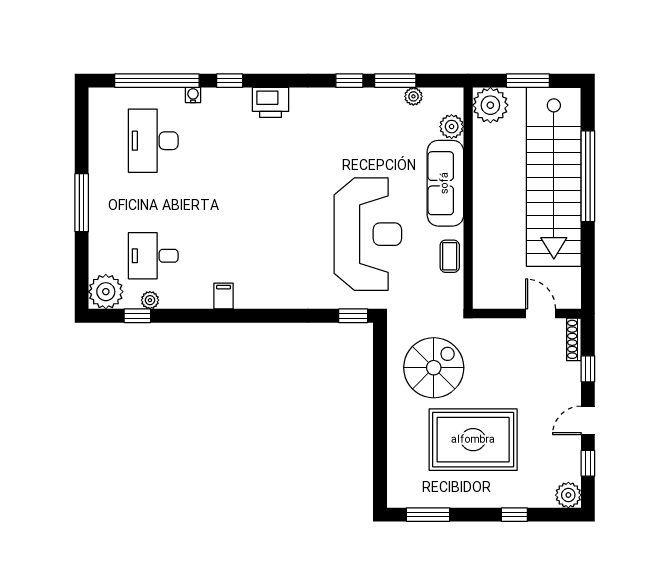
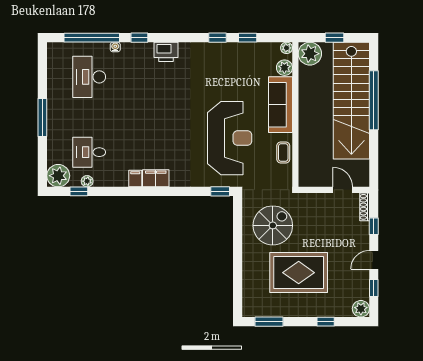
window: (395, 81) -> (248, 38), width x0.67
window: (528, 81) -> (334, 38), width x0.67
plant: (413, 96) -> (287, 48), moved
filing cabinet: (255, 296) -> (156, 178), added

